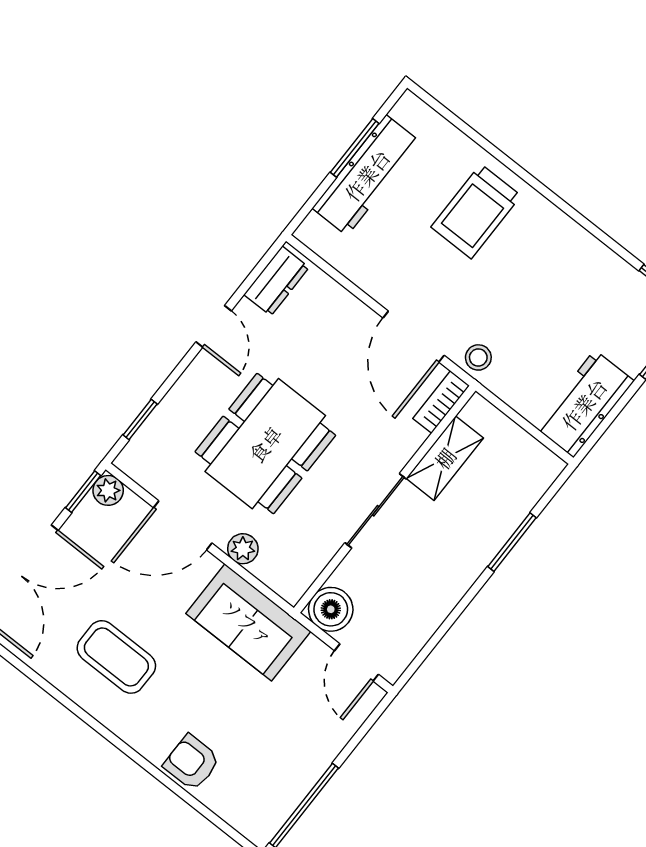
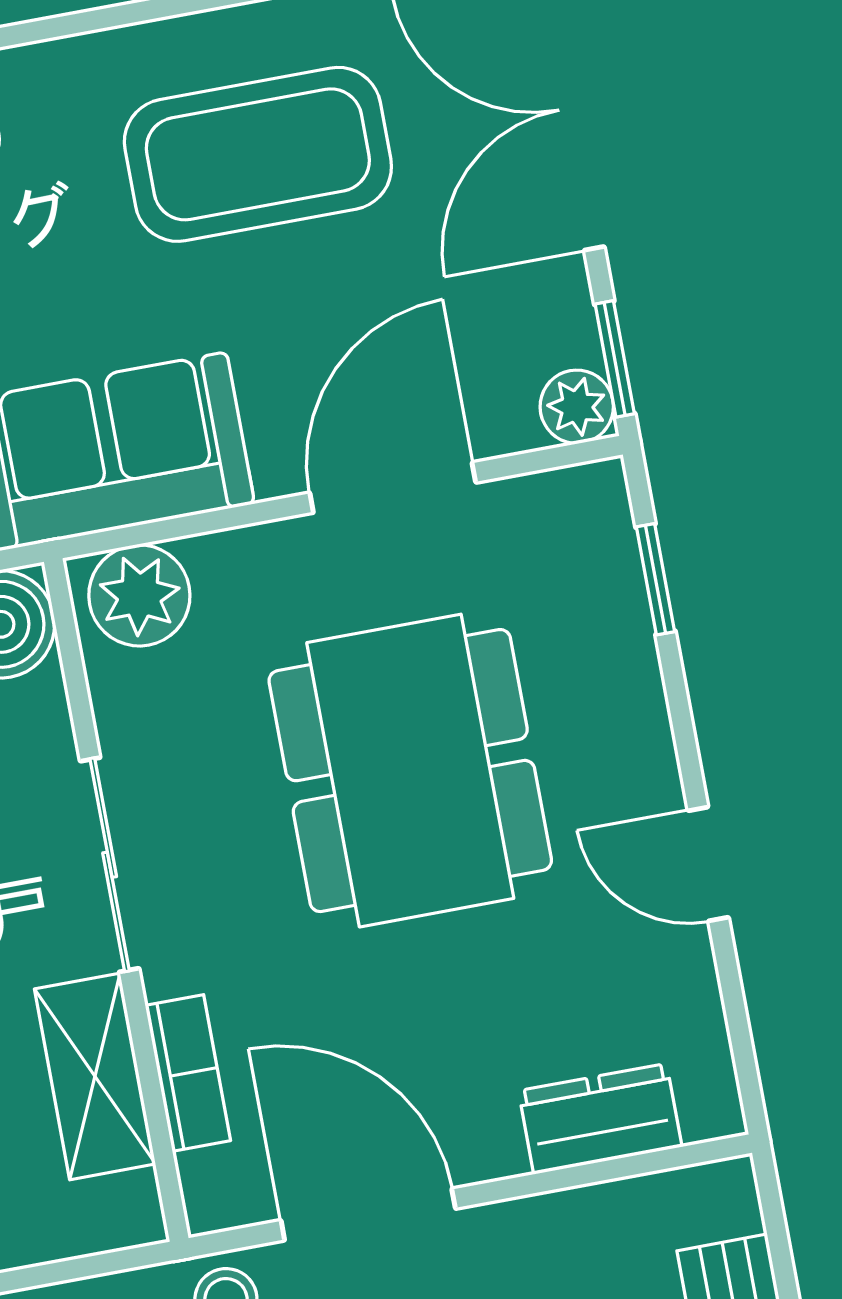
dresser: (277, 281) -> (600, 1119), moved, turned 90
bookcase: (441, 402) -> (188, 1073), moved
plant: (243, 549) -> (139, 595), moved, width x1.38, depth x1.38
coffee table: (116, 657) -> (258, 154), width x1.36, depth x1.32

